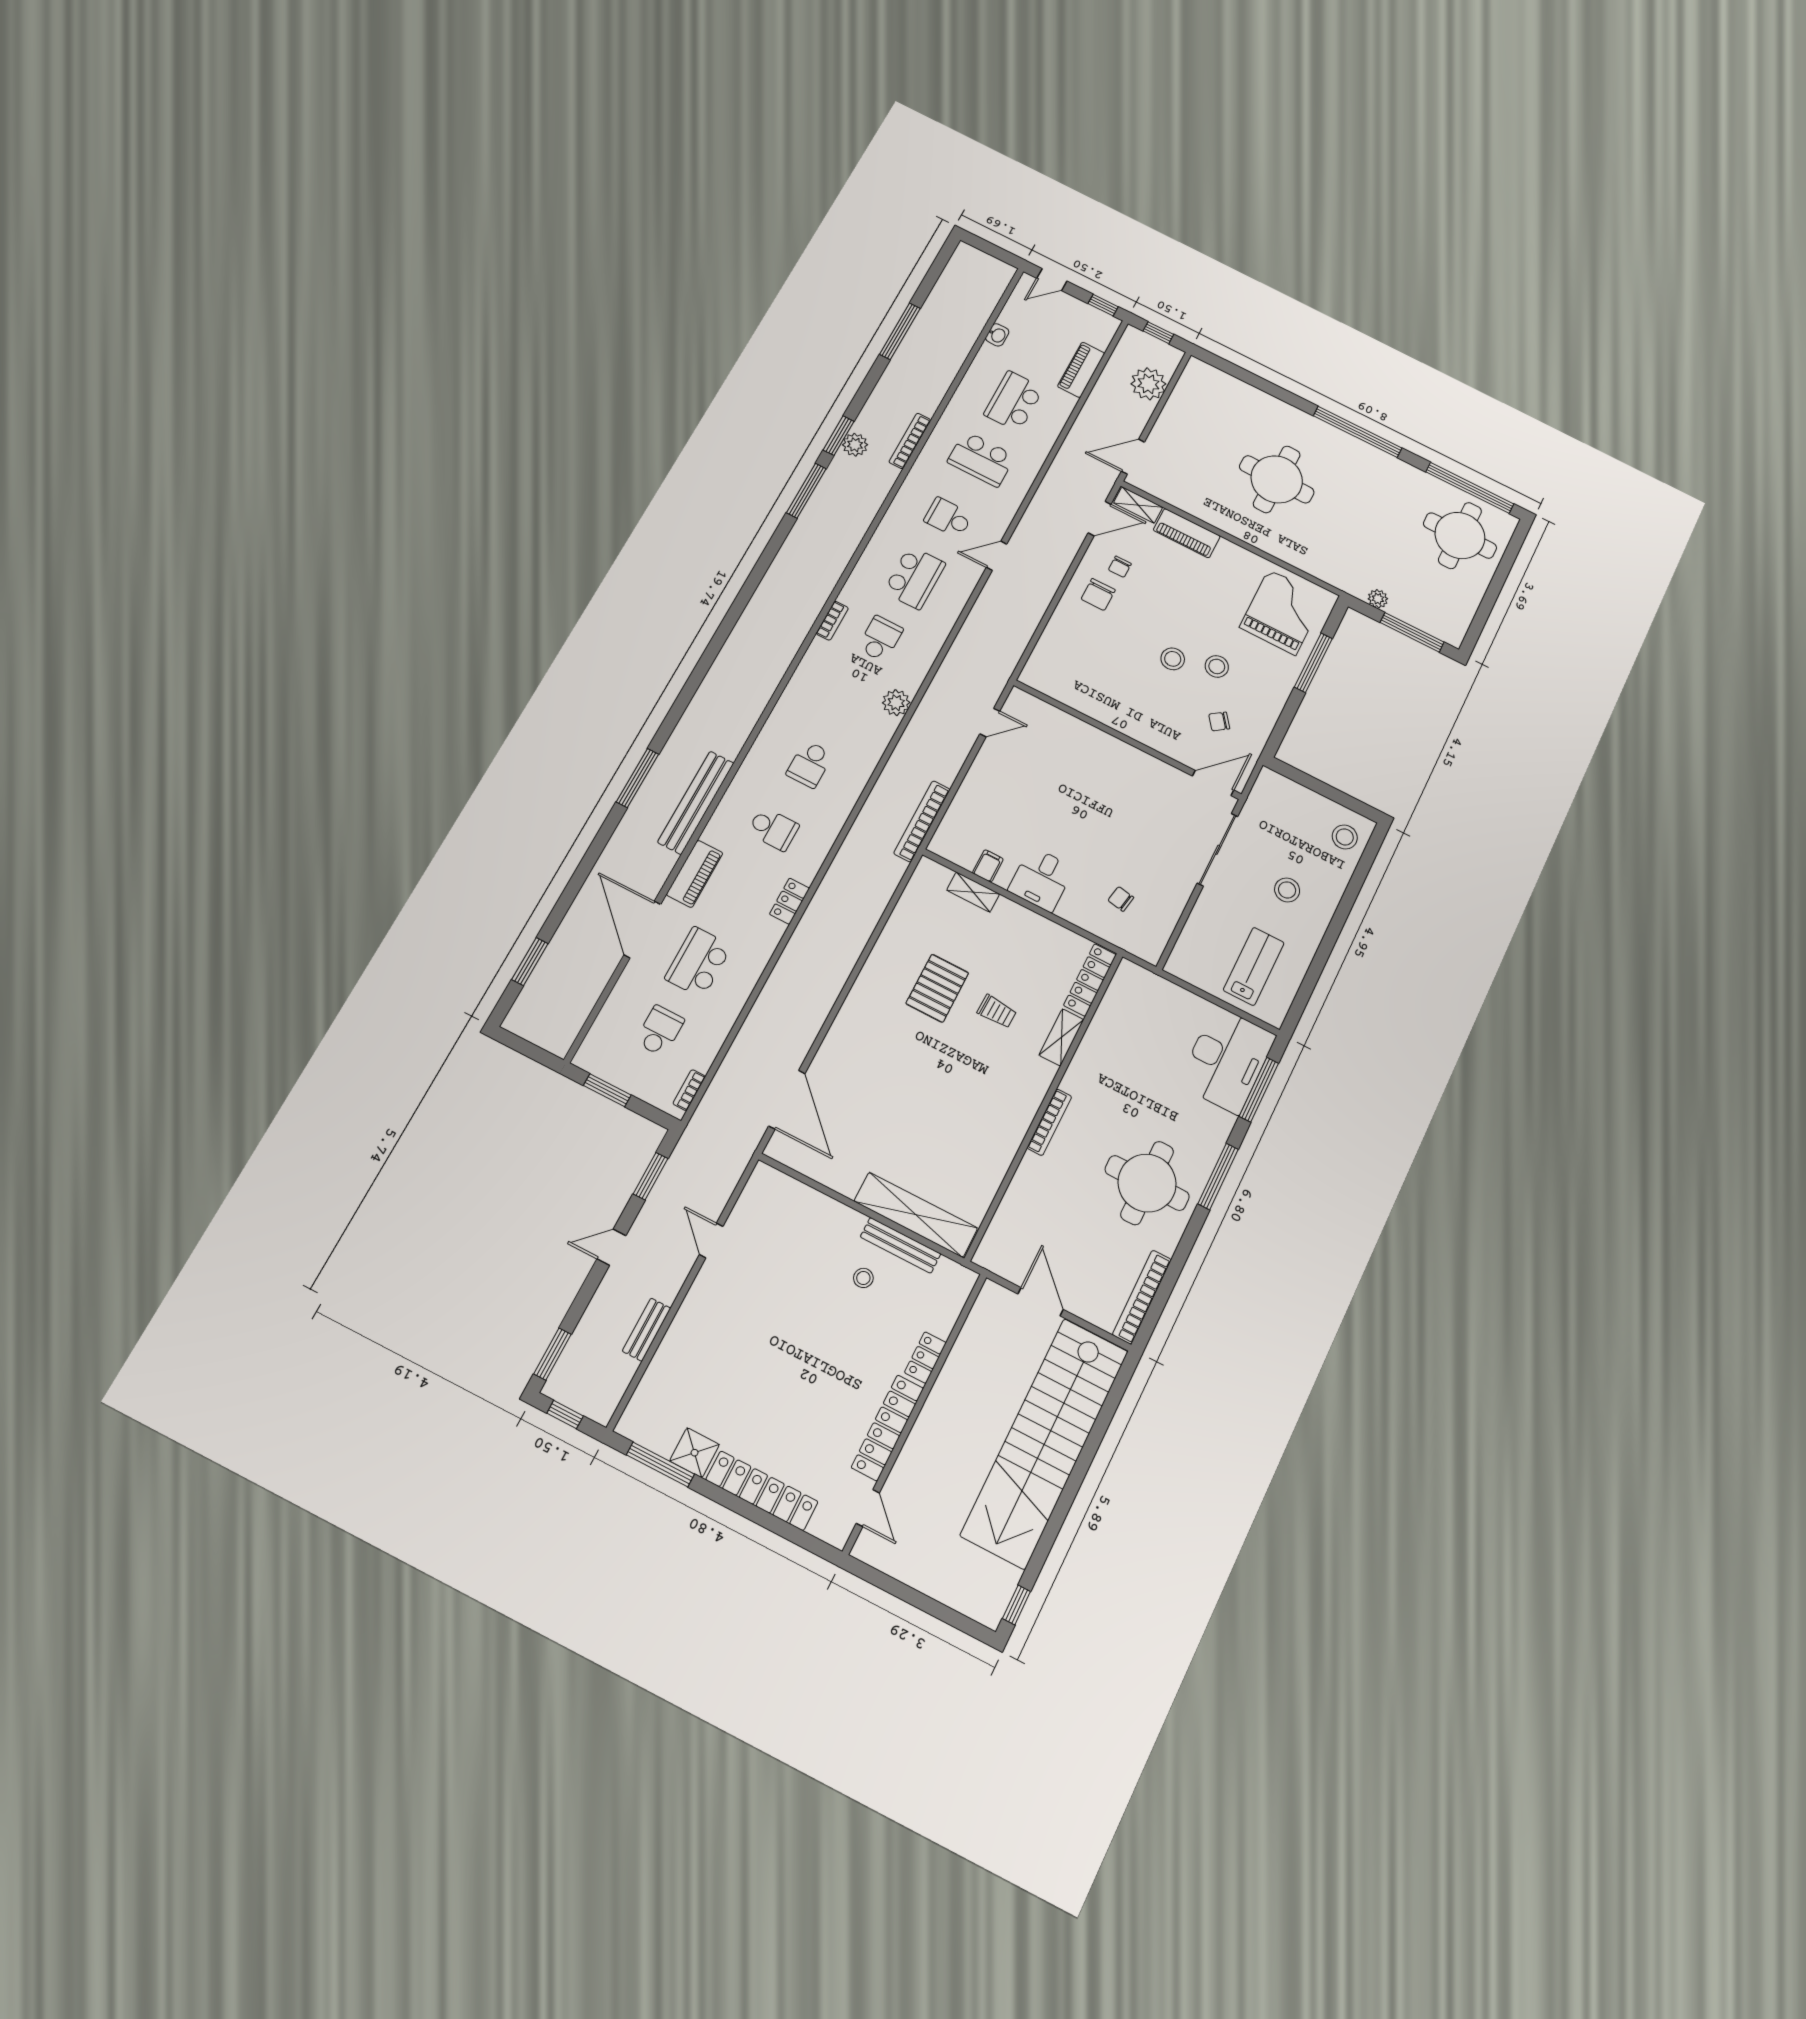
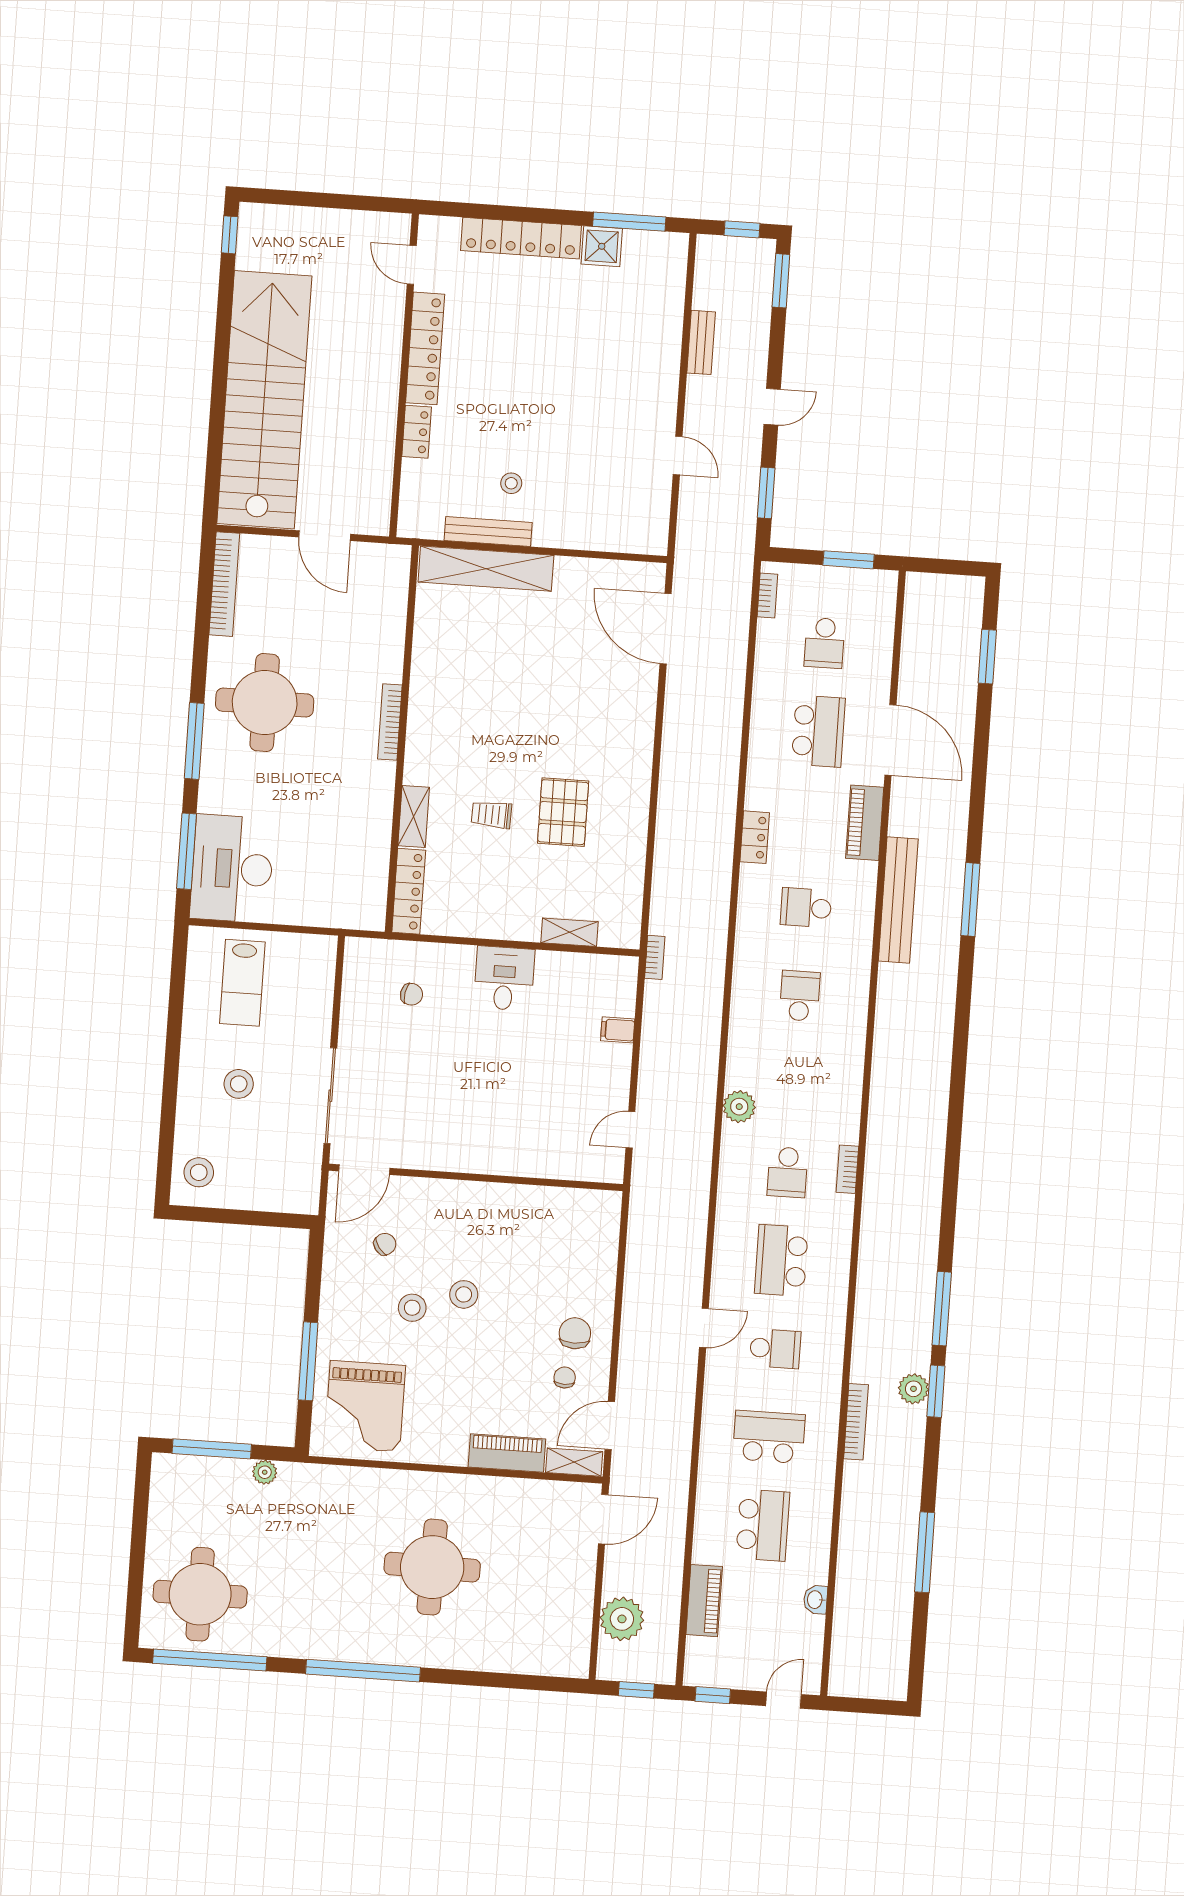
bookcase: (922, 821) -> (655, 957), width x0.43, depth x0.76
filing cabinet: (988, 866) -> (618, 1030), moved, turned 90

